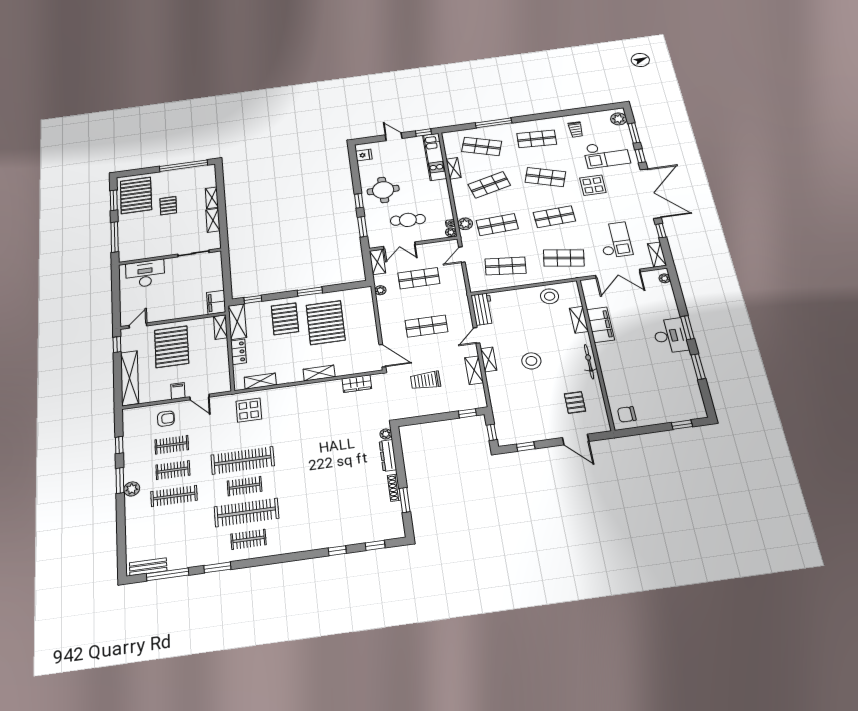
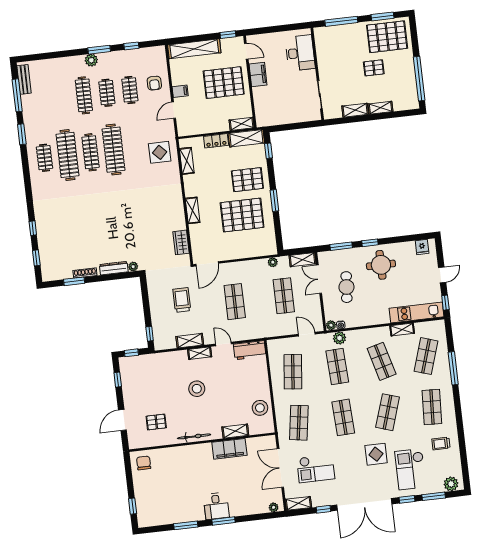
filing cabinet: (216, 302) -> (258, 75), moved, turned 90
desk: (670, 336) -> (216, 506), width x0.73
clothes rail: (245, 486) -> (91, 152), width x1.36

